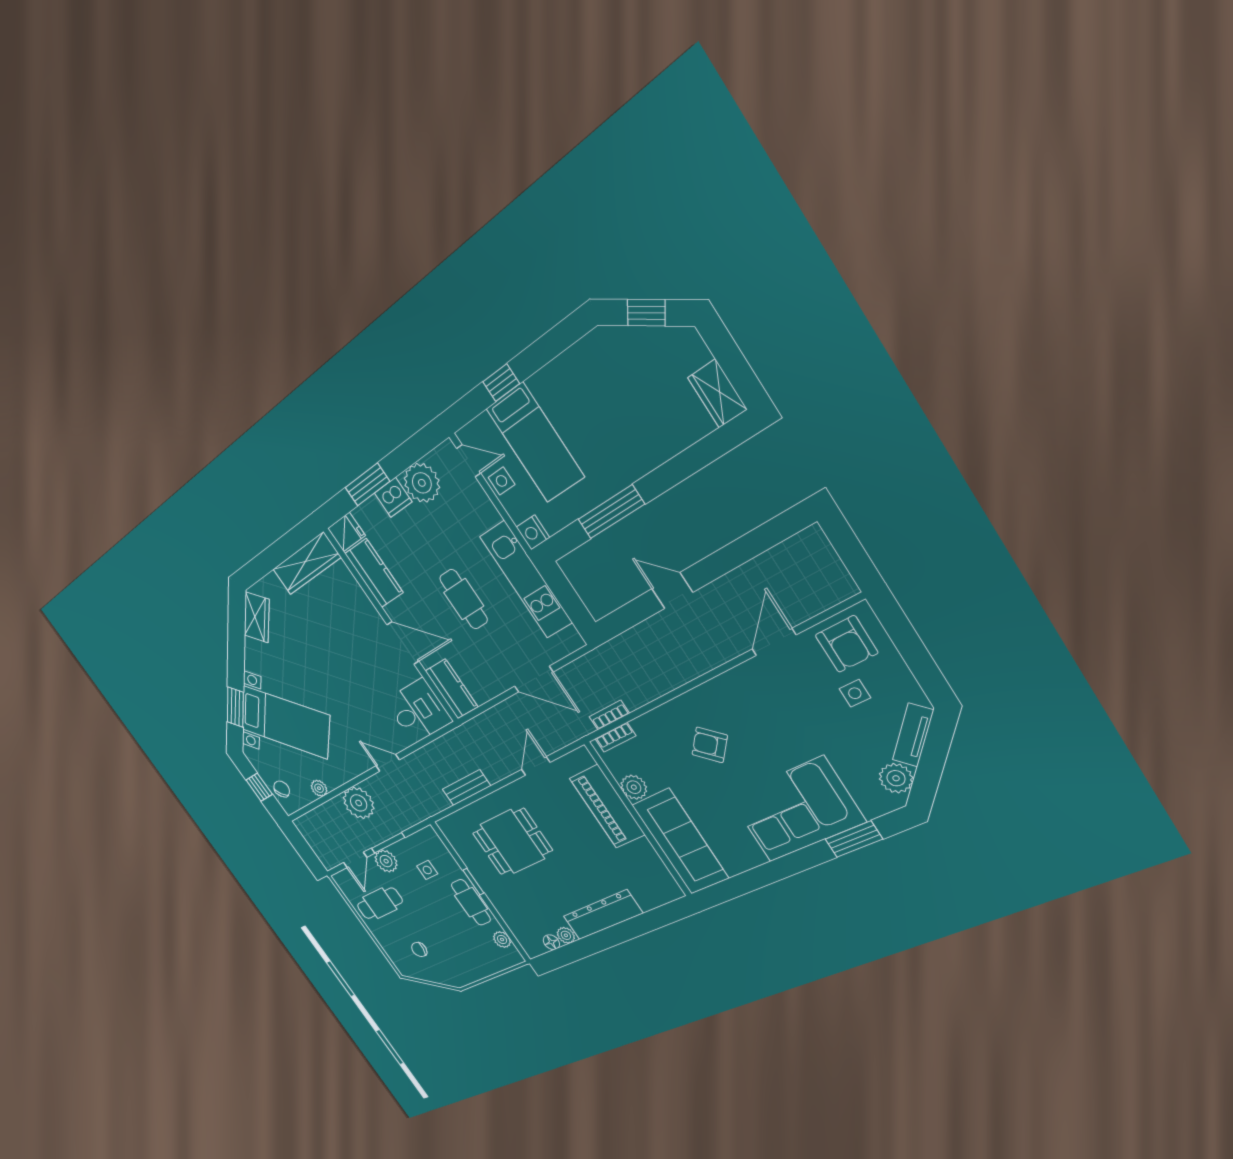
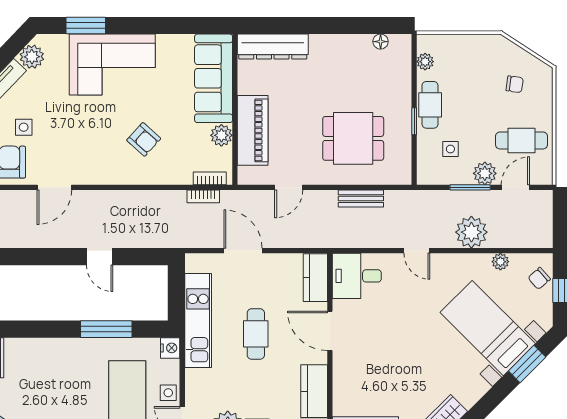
dresser: (603, 915) -> (273, 47), moved
plant: (566, 935) -> (363, 42), removed

